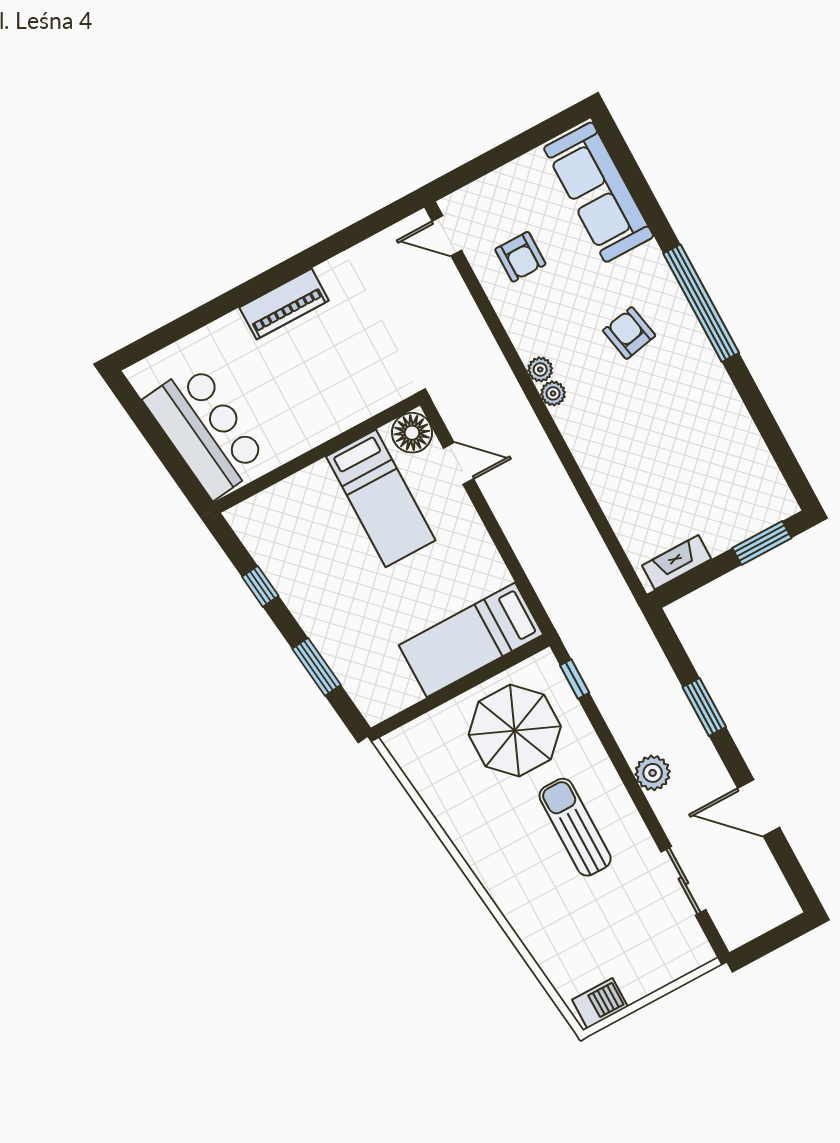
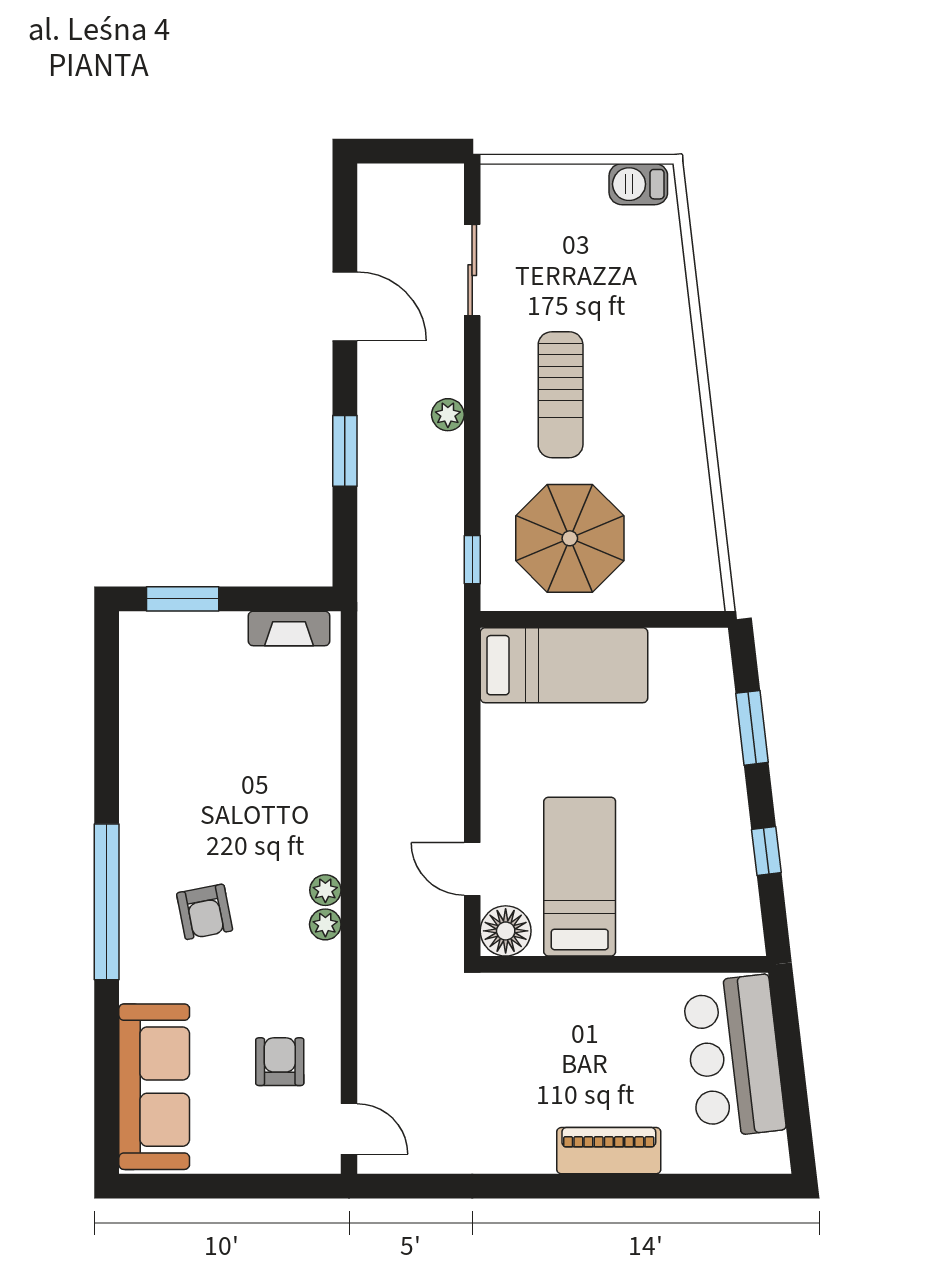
piano: (284, 304) -> (609, 1151), moved
plant: (653, 773) -> (448, 415), width x0.73, depth x0.73

